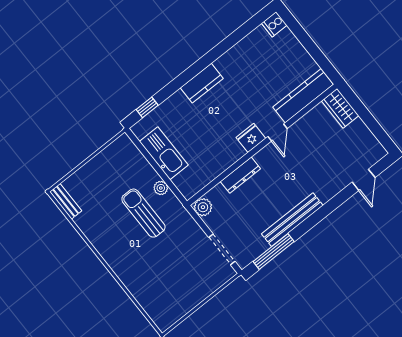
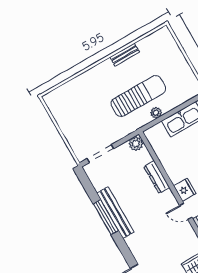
bench: (66, 201) -> (125, 55), moved
sun lounger: (143, 213) -> (138, 96), width x1.36, depth x1.34
window: (274, 251) -> (106, 217), moved

